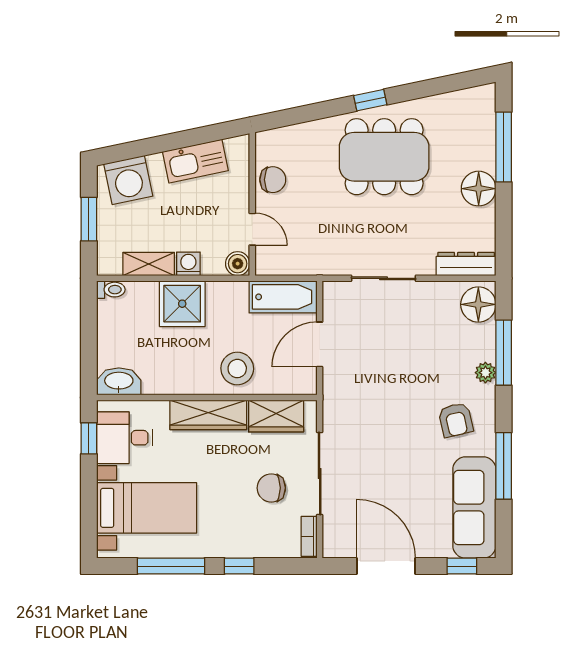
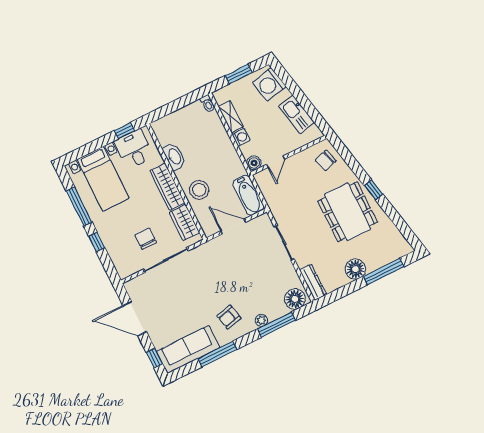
chair: (273, 180) -> (326, 161), moved, turned 73
shower: (182, 304) -> (219, 144), removed
washbasin: (119, 381) -> (174, 157), moved
bookcase: (309, 536) -> (130, 271), removed
door: (386, 566) -> (135, 319), swing flipped

